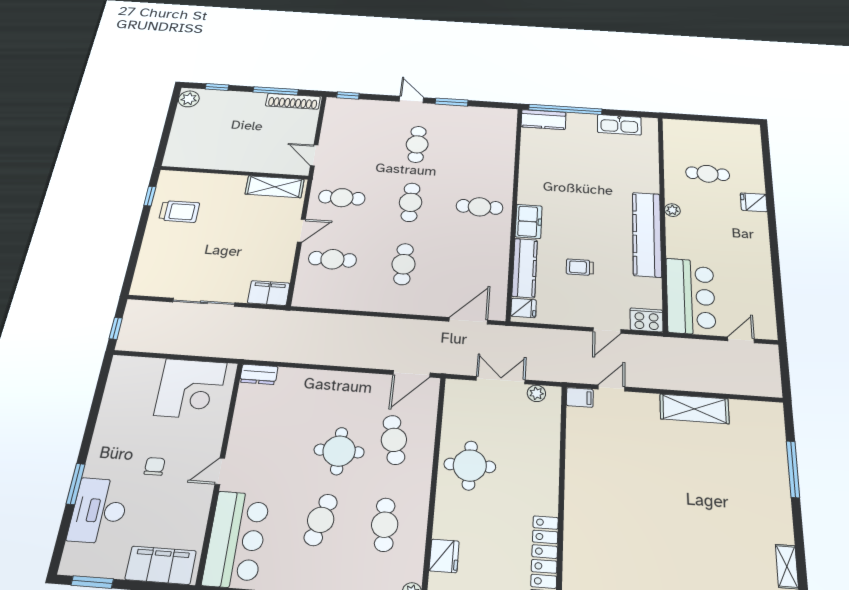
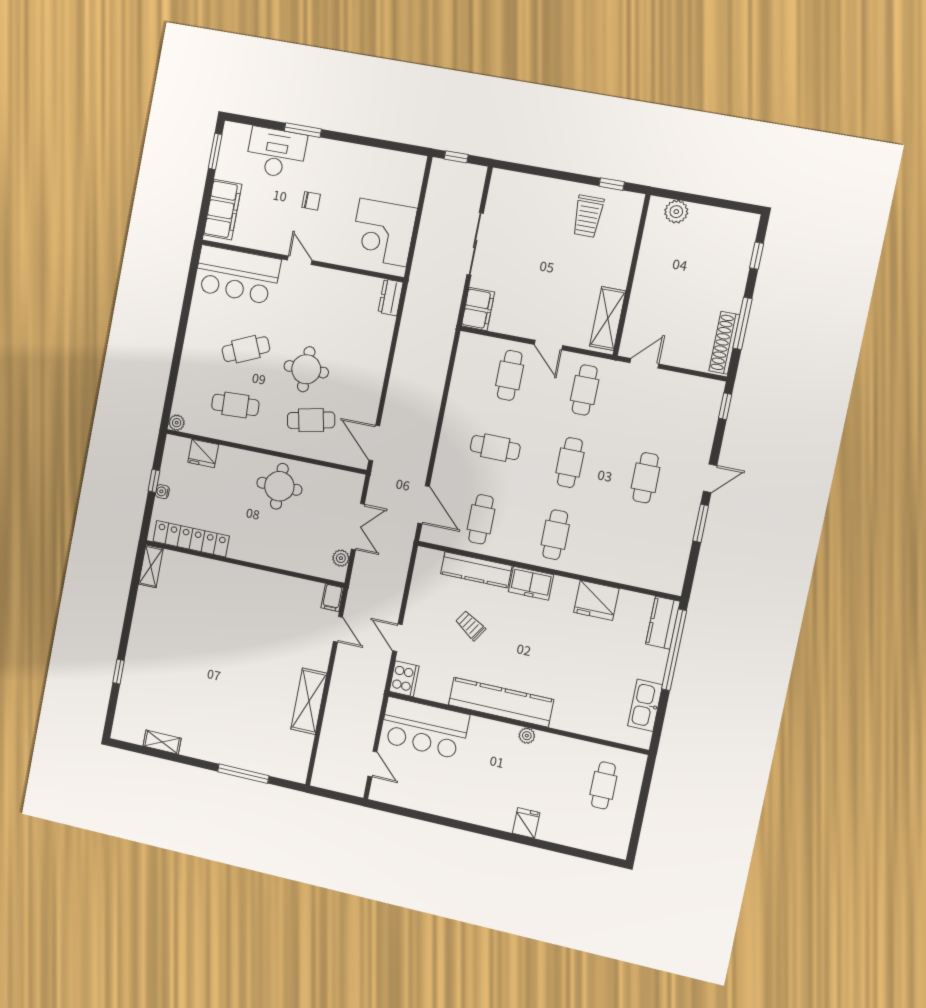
plant: (189, 99) -> (676, 212), moved
cafe table: (417, 144) -> (646, 478), turned 90
cafe table: (708, 174) -> (603, 785), moved
cafe table: (411, 202) -> (570, 463), turned 90
trolley: (580, 267) -> (470, 626), turned -57
cafe table: (475, 269) -> (481, 519), added
fridge: (524, 308) -> (596, 600), moved, width x1.88, depth x1.34
cafe table: (321, 520) -> (246, 349), turned -39

